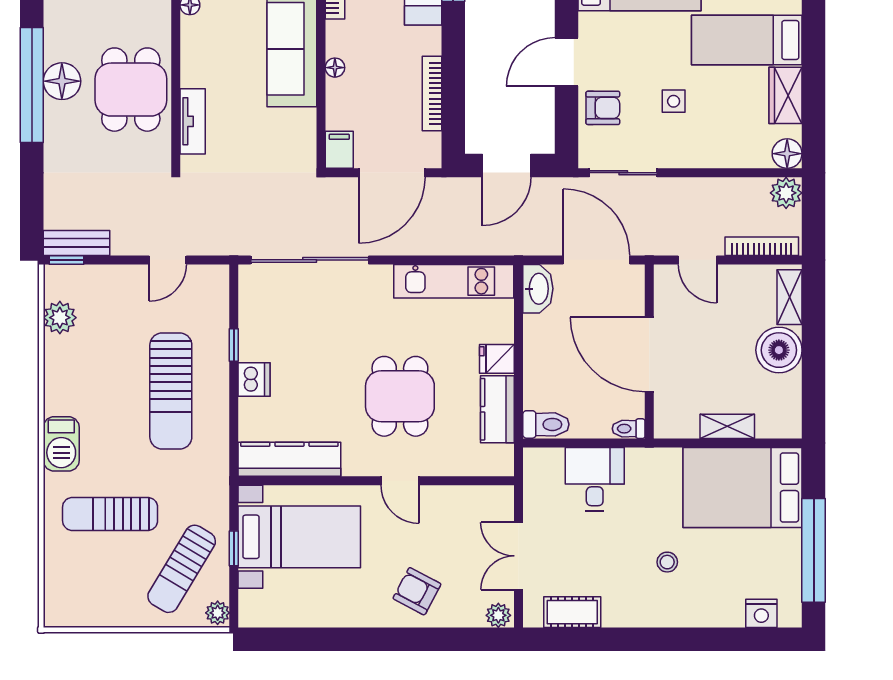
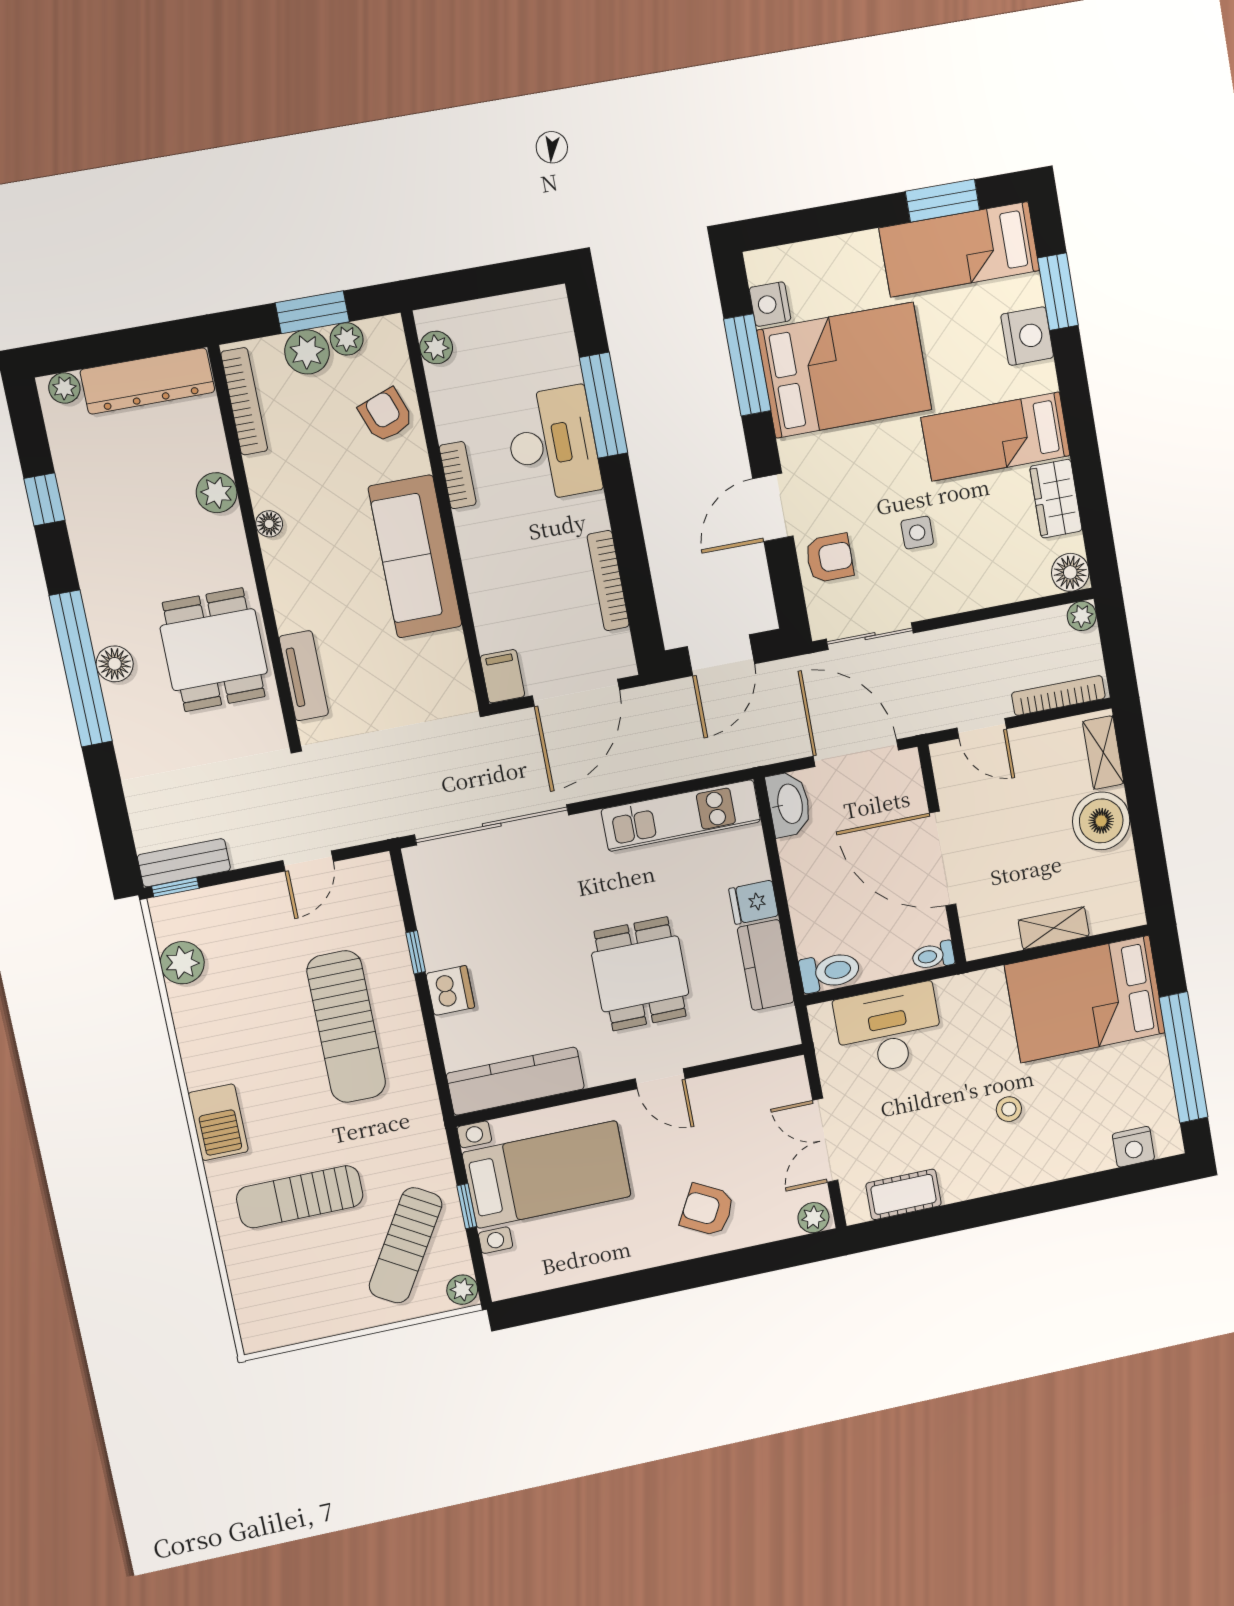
floor lamp: (335, 68) -> (476, 571), removed
floor lamp: (62, 81) -> (115, 664), width x0.73, depth x0.73
plant: (786, 193) -> (1082, 616), width x0.73, depth x0.73
desk: (595, 479) -> (889, 1029), width x1.37

